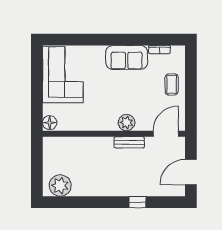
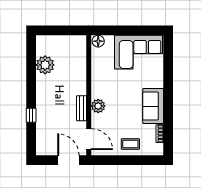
door: (191, 172) -> (68, 160), moved
plant: (60, 186) -> (45, 65), moved

